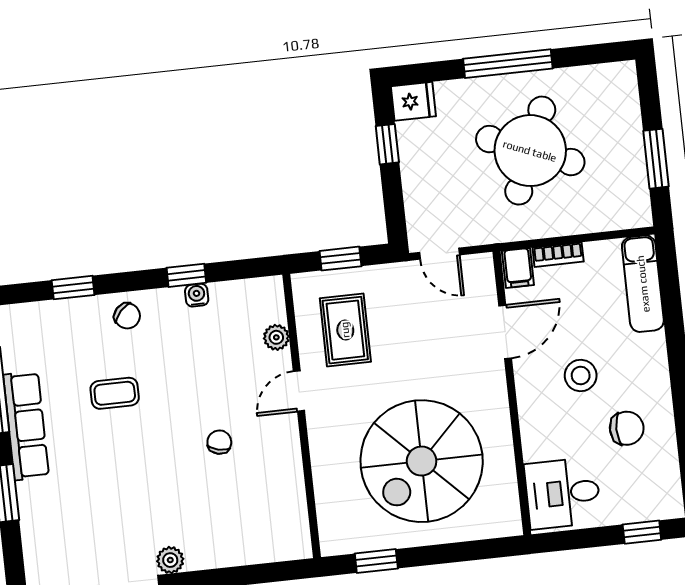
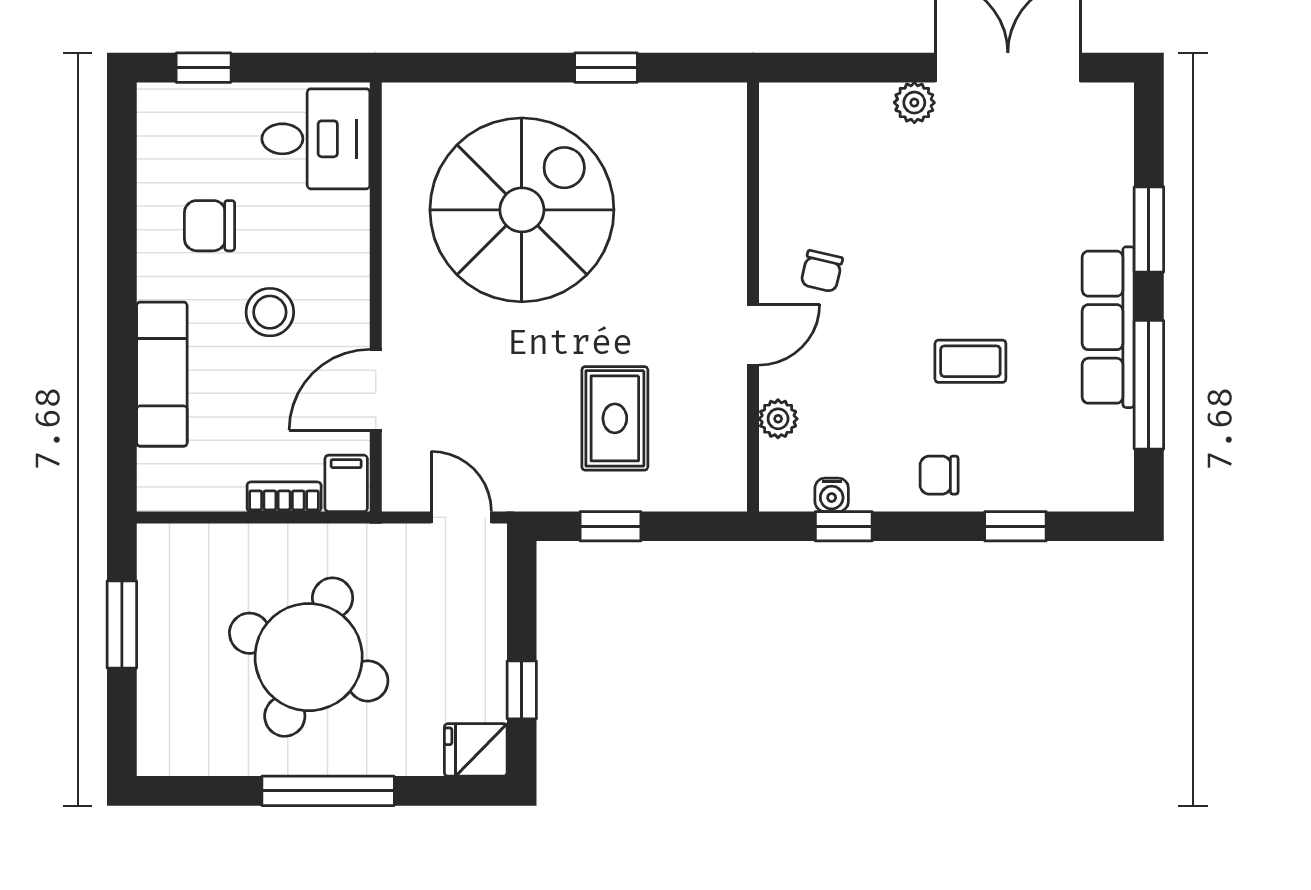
exam couch: (643, 284) -> (162, 374), moved
chair: (127, 316) -> (939, 475), turned -42
plant: (276, 337) -> (778, 419), moved
door: (299, 391) -> (753, 335), moved
wall: (302, 416) -> (753, 297), moved

